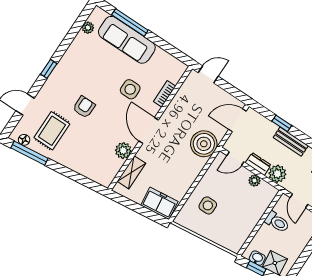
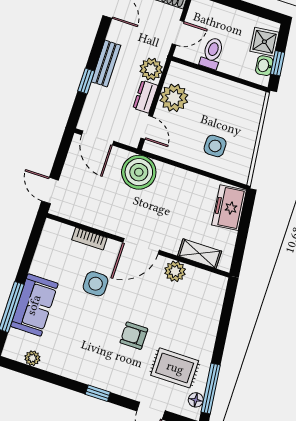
sofa: (127, 40) -> (34, 305), width x0.73
plant: (254, 181) -> (174, 98), width x1.87, depth x1.87

